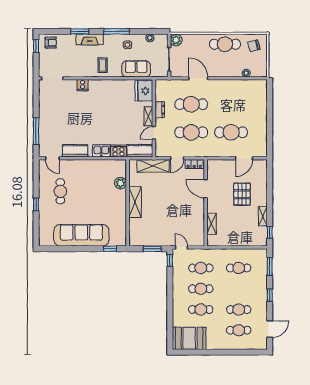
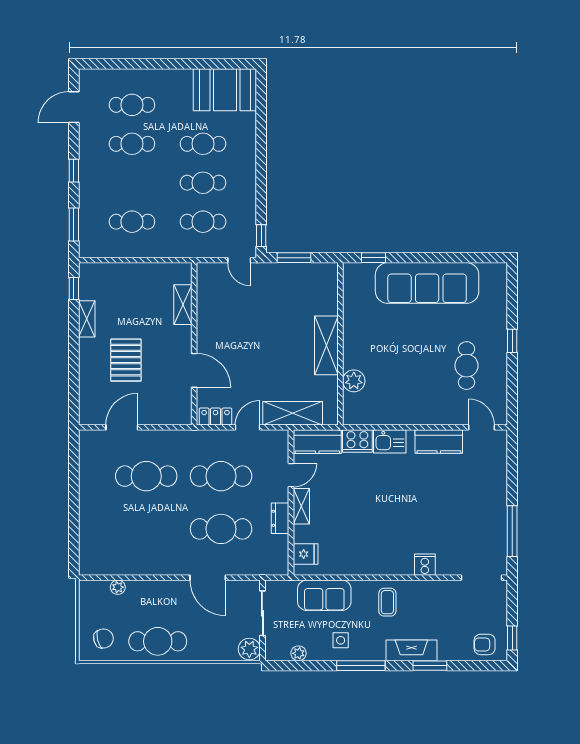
fridge: (144, 91) -> (306, 554), width x0.53, depth x0.75
window: (36, 131) -> (512, 531), moved

